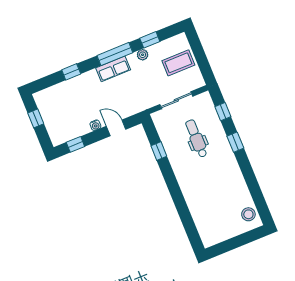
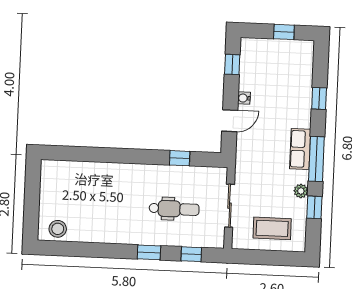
coffee table: (178, 63) -> (272, 228), turned 90

